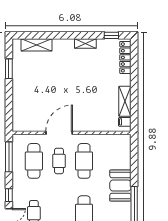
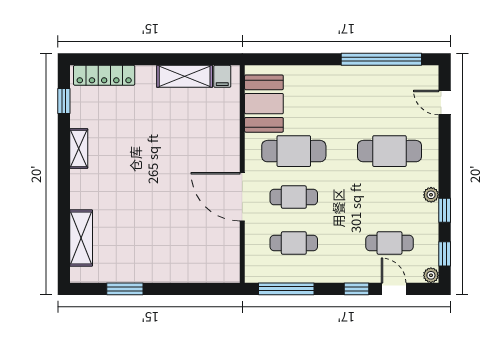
cafe table: (34, 161) -> (294, 243), width x0.73, depth x0.74
booth: (120, 186) -> (264, 104), moved, turned 90

